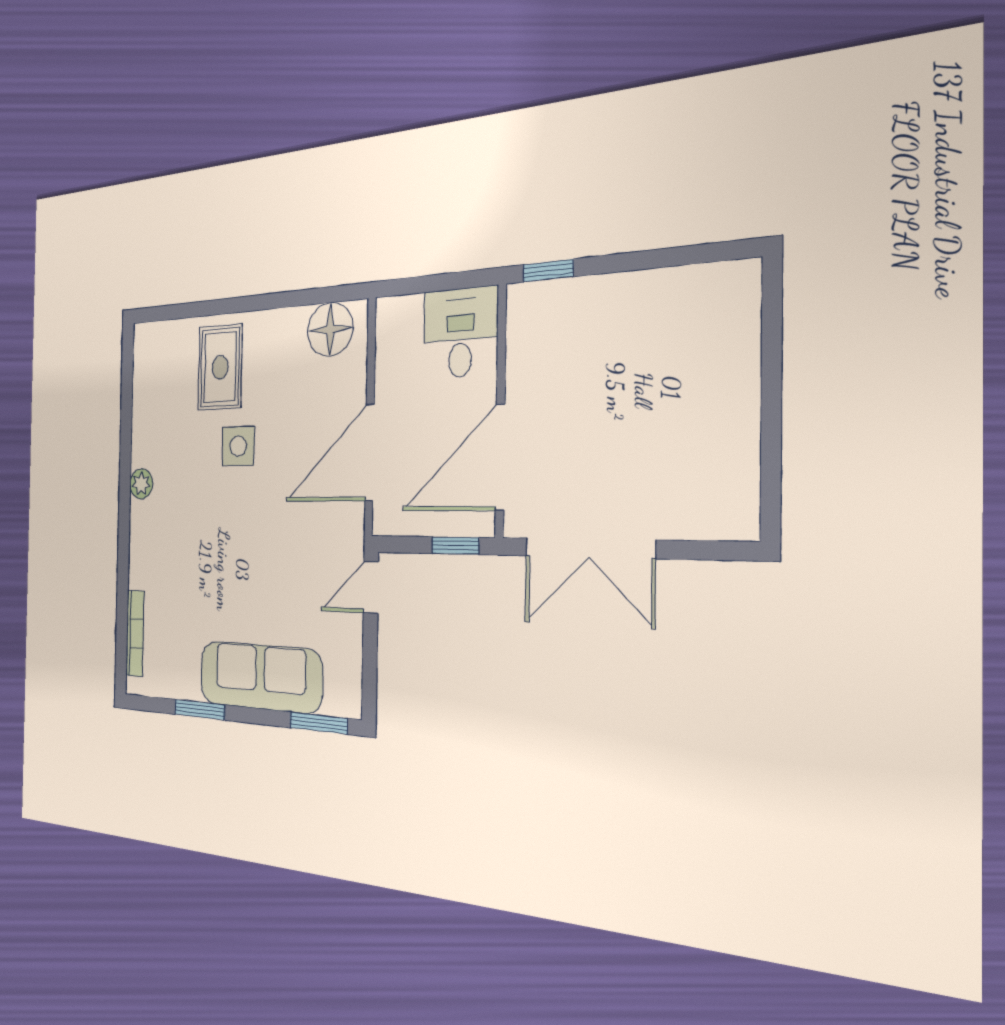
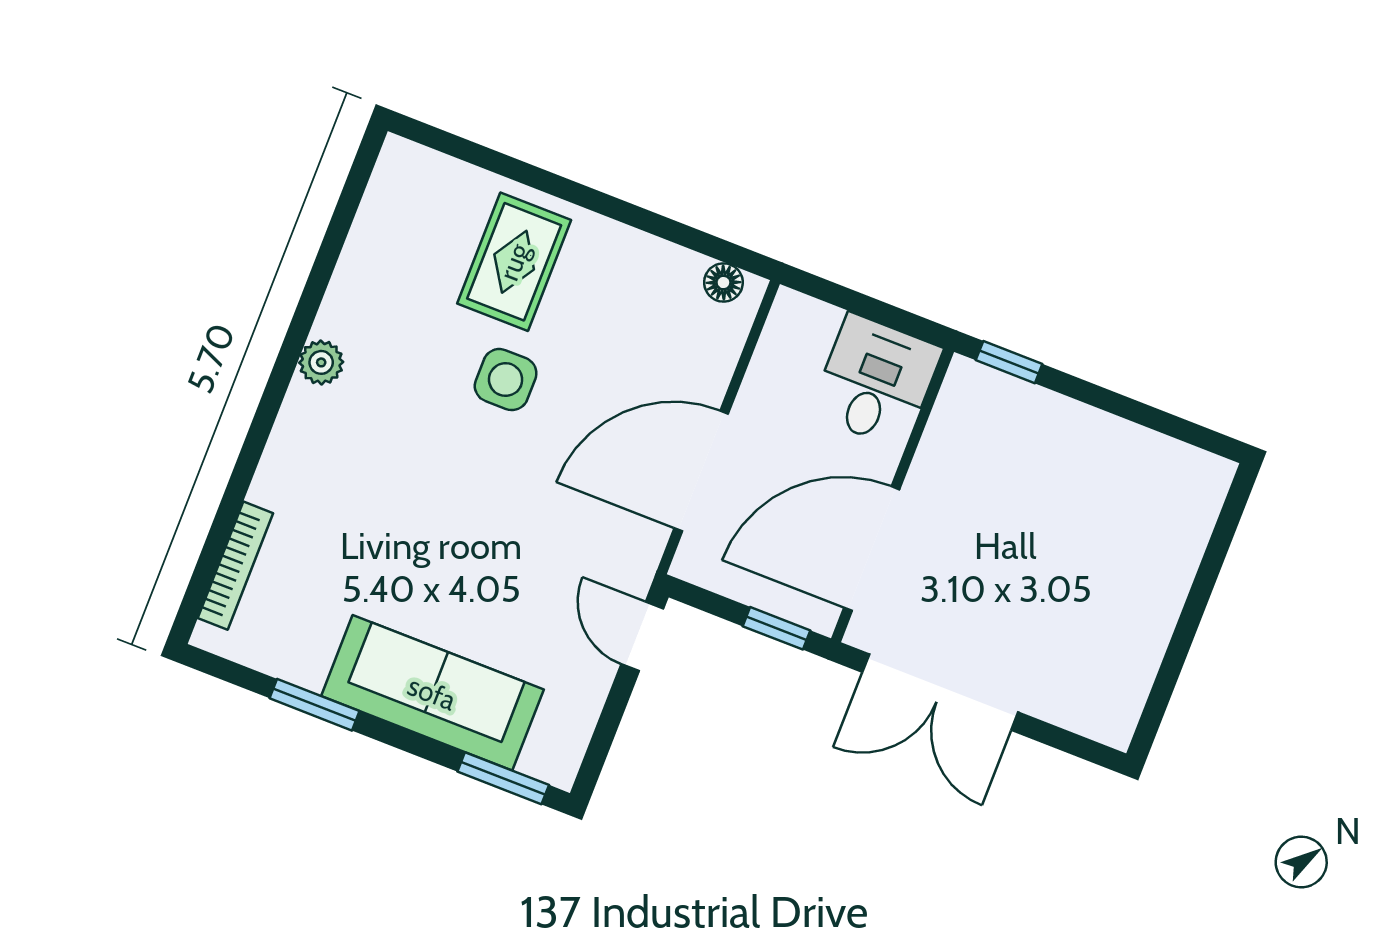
floor lamp: (330, 329) -> (723, 283), width x0.53, depth x0.53
door: (371, 587) -> (642, 636), hinge flipped

